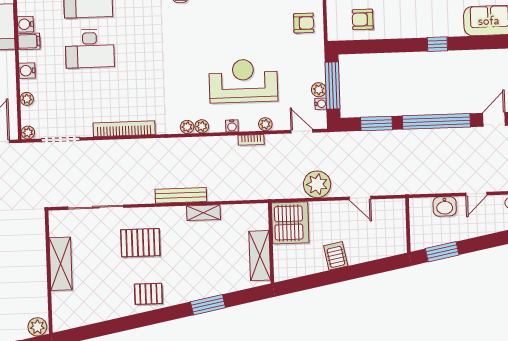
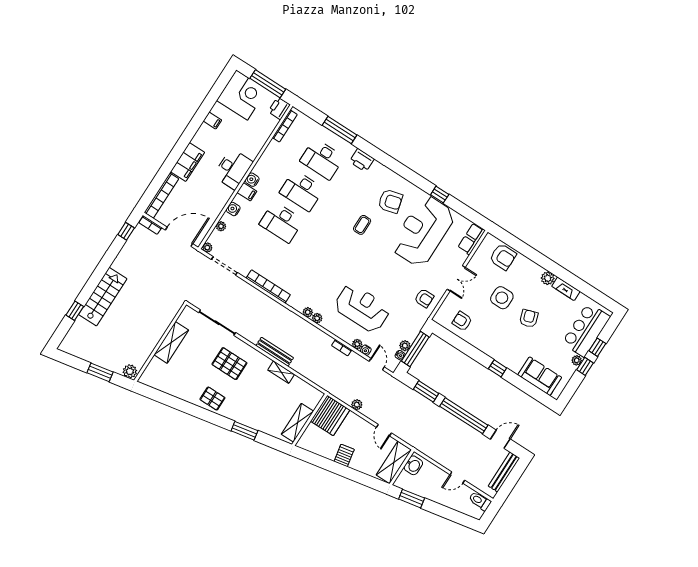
water cooler: (232, 126) -> (366, 350), moved
plant: (317, 184) -> (357, 405), width x0.53, depth x0.53
washbasin: (445, 206) -> (413, 465), moved, turned -90
shelving: (395, 226) -> (394, 462), added

